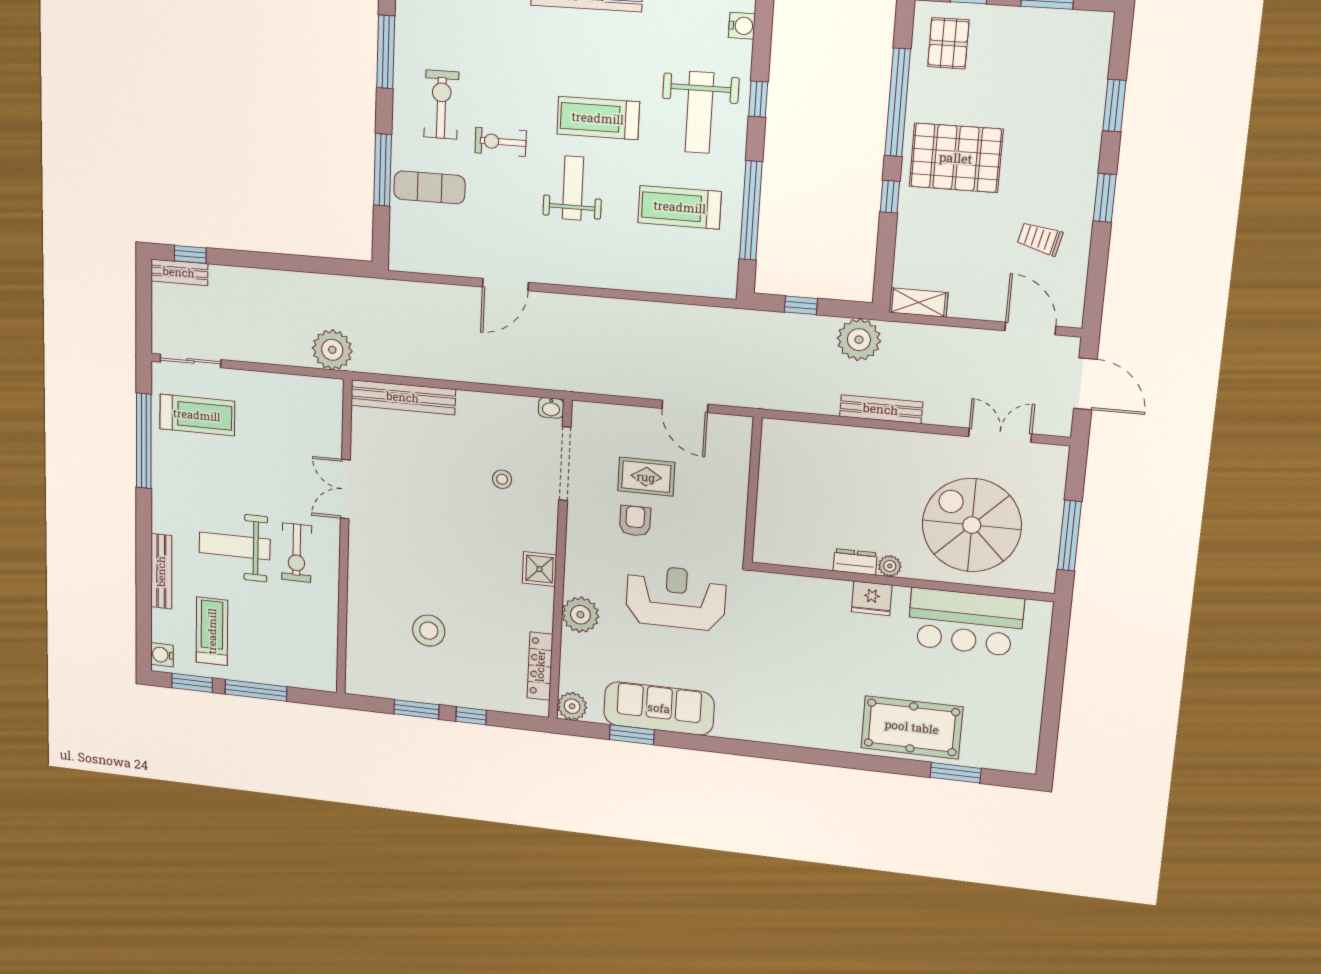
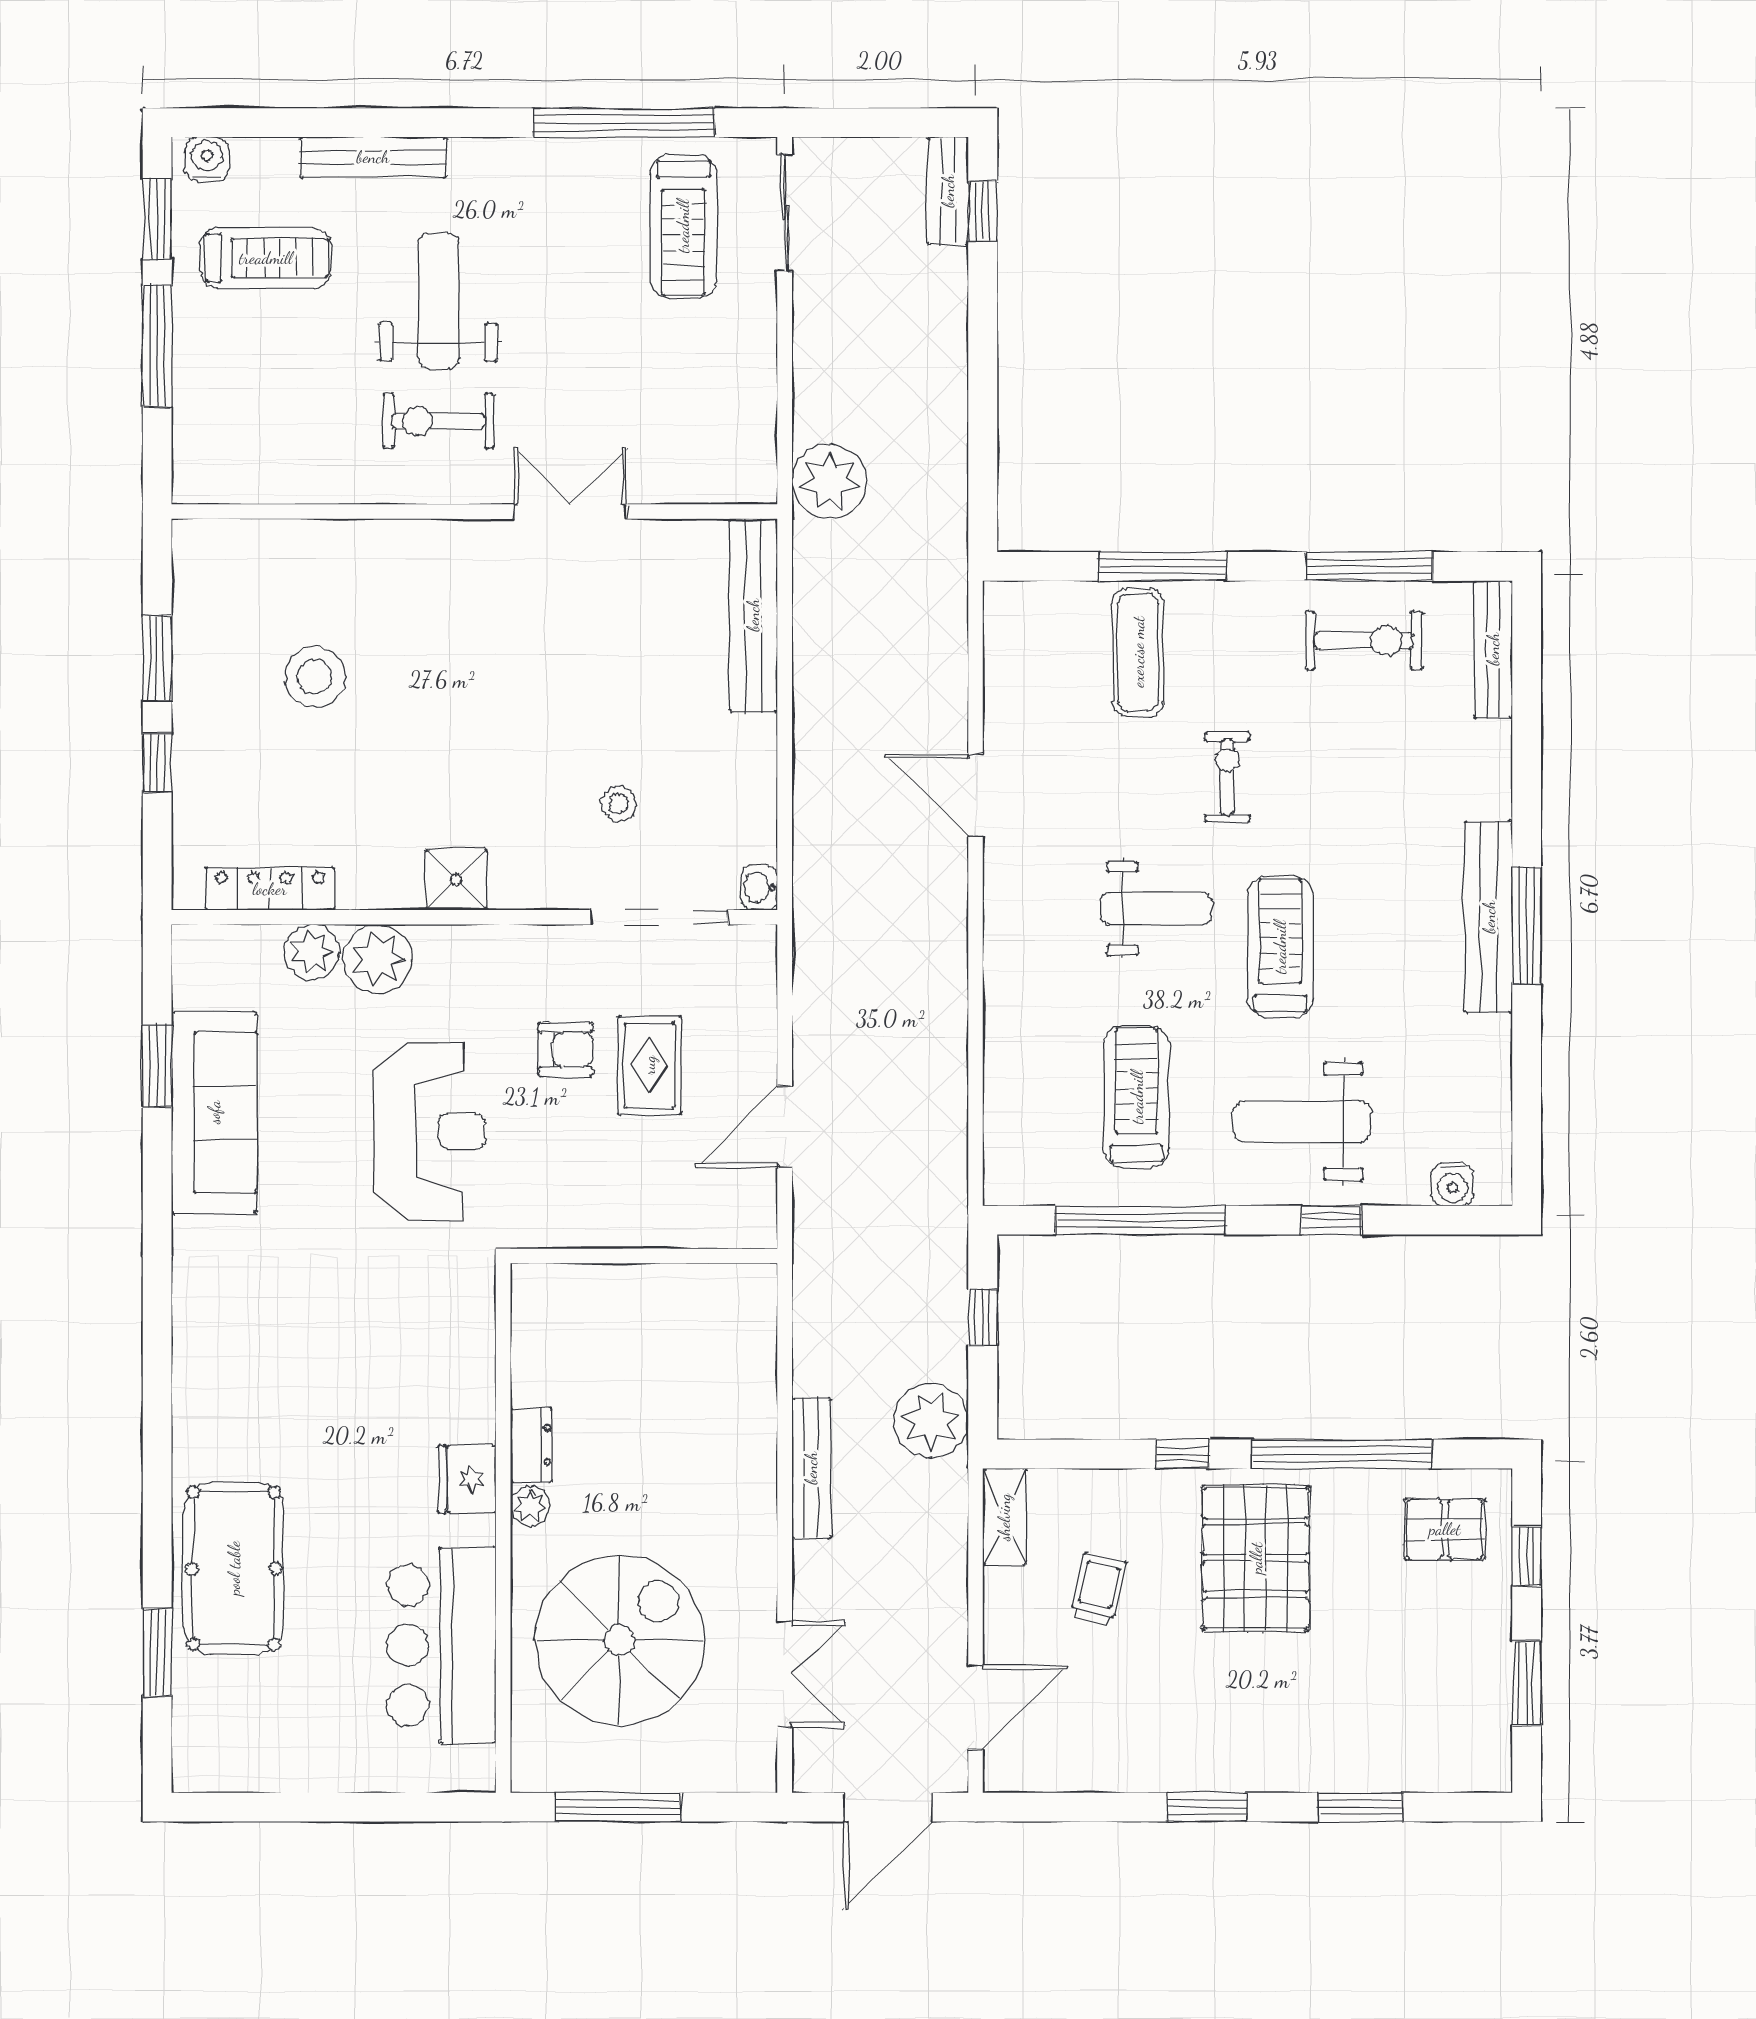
exercise bike: (441, 105) -> (1364, 640), moved
trolley: (1040, 239) -> (1098, 1589), moved
plant: (572, 706) -> (312, 952), moved

